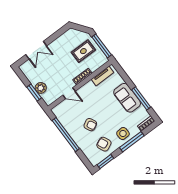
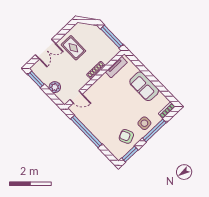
rug: (83, 51) -> (73, 48), moved, turned 90
window: (34, 93) -> (36, 79), moved
door: (69, 93) -> (76, 97), moved
window: (141, 98) -> (158, 85), removed
armchair: (90, 125) -> (110, 118), removed

